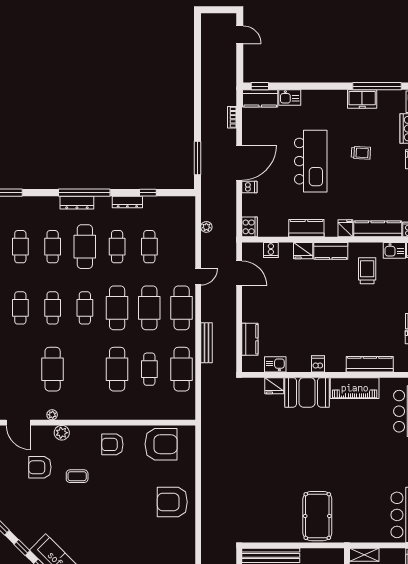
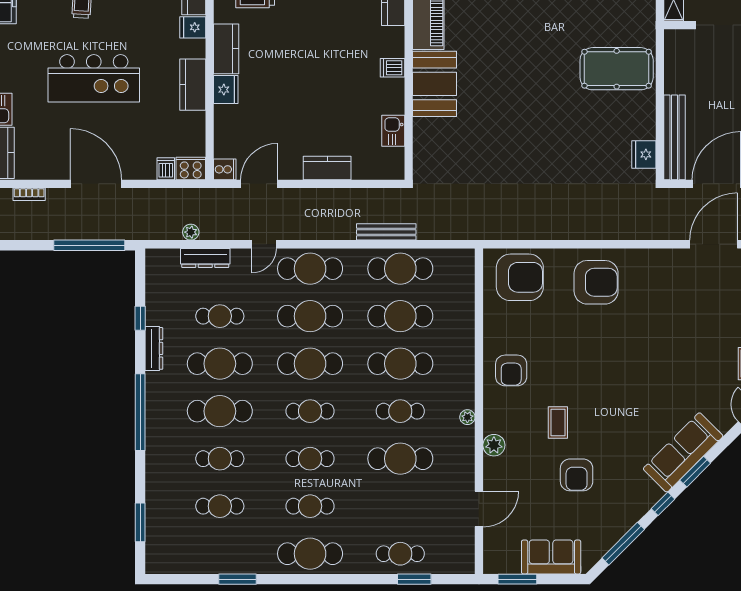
window: (197, 158) -> (89, 245), width x1.46
kitchen island: (311, 161) -> (94, 78), turned 180
dishwasher: (249, 187) -> (166, 169), moved
dresser: (77, 203) -> (205, 258), moved, turned 90
cafe table: (117, 247) -> (220, 364), width x1.37, depth x1.35
cooker: (271, 250) -> (225, 169), moved
door: (198, 277) -> (264, 244), swing flipped
kitchen counter: (250, 339) -> (327, 168), moved
bench: (206, 343) -> (386, 232), moved
cafe table: (85, 369) -> (400, 411), added
cafe table: (149, 369) -> (400, 316), width x1.37, depth x1.35
fridge: (274, 386) -> (644, 154), moved, turned 180
plant: (52, 415) -> (467, 417), moved
armchair: (161, 444) -> (520, 277), moved, turned 90
armchair: (40, 467) -> (577, 475), moved
armchair: (172, 502) -> (596, 282), turned -90

